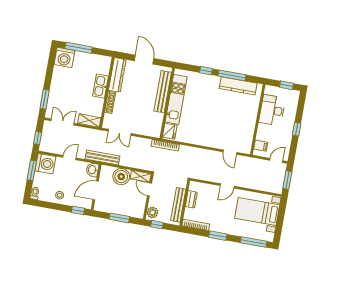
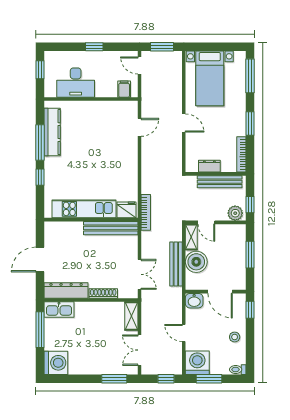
window: (79, 48) -> (40, 330), moved
kitchen sink: (101, 86) -> (59, 309), moved
bench: (163, 92) -> (111, 228), moved
bench: (102, 157) -> (176, 264), moved
door: (149, 190) -> (206, 222), hinge flipped

